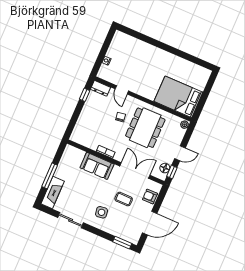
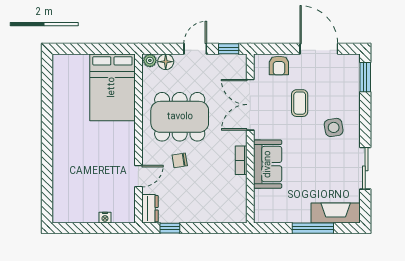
door: (180, 153) -> (195, 49), hinge flipped
floor lamp: (165, 168) -> (166, 62), moved

